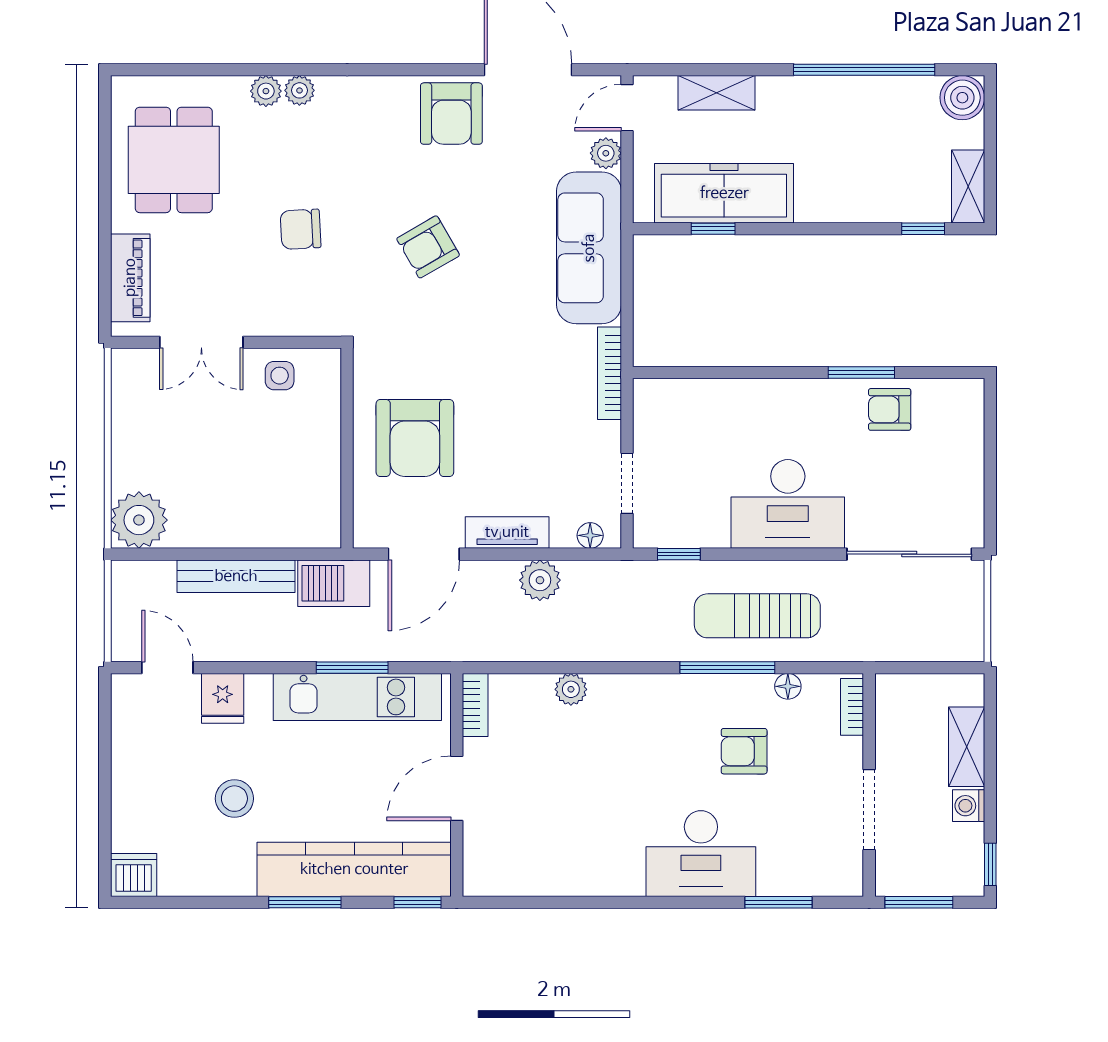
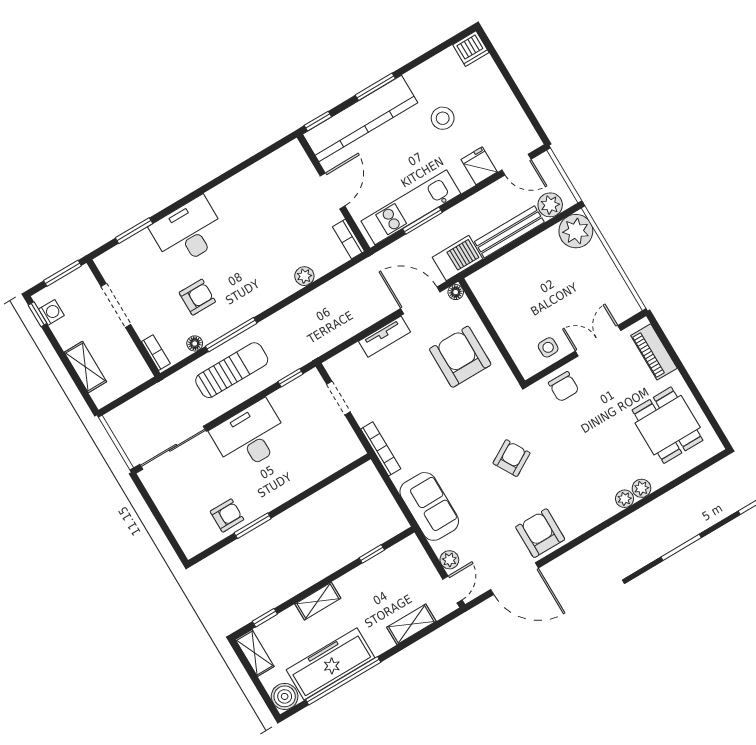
freezer: (724, 193) -> (331, 664), moved, turned 180
shelving: (832, 207) -> (318, 601), added
chair: (301, 229) -> (564, 387), moved, turned 93
sofa: (589, 248) -> (429, 506), width x0.73
floor lamp: (590, 535) -> (456, 292), moved
door: (424, 554) -> (420, 300), hinge flipped
plant: (540, 580) -> (550, 205), moved
washing machine: (969, 806) -> (51, 312), moved

